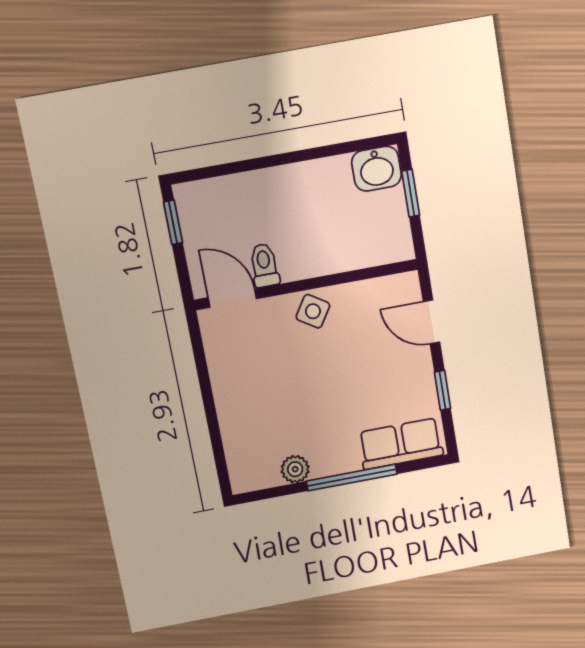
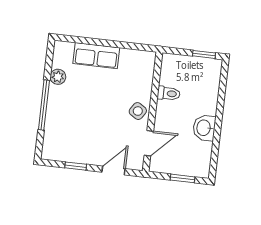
washbasin: (377, 169) -> (204, 128), moved
door: (232, 298) -> (149, 143), moved
row of seats: (401, 444) -> (96, 56), moved, turned 90

